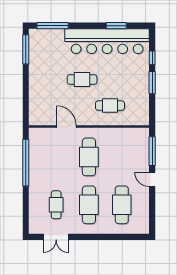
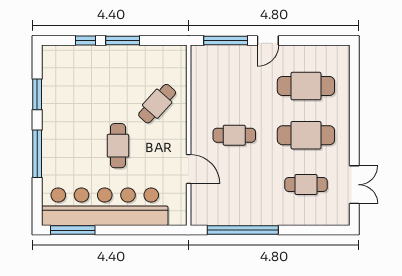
window: (53, 26) -> (37, 154), moved
bar counter: (107, 41) -> (105, 207), moved, turned -90
cafe table: (110, 106) -> (157, 104), turned 42
door: (66, 127) -> (189, 169), swing flipped
cafe table: (89, 157) -> (234, 135), width x0.73, depth x0.74

